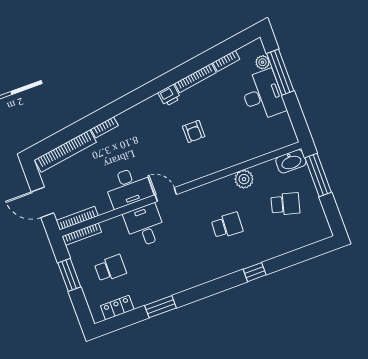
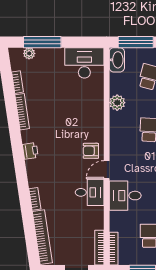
printer: (169, 95) -> (30, 151), moved
desk: (263, 95) -> (84, 63), moved
armchair: (194, 131) -> (91, 151), moved, turned 180
desk: (128, 187) -> (90, 192), width x0.73

